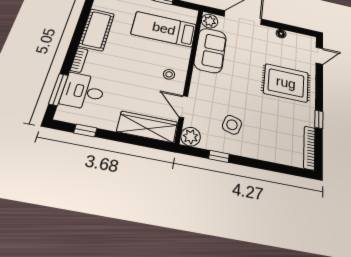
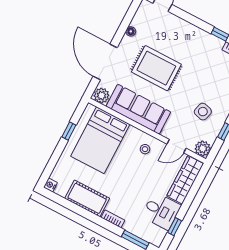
bed: (164, 29) -> (100, 140), width x1.50
sofa: (210, 50) -> (138, 109), width x1.36
rug: (286, 83) -> (156, 68), moved, turned 90
desk: (83, 91) -> (161, 211), moved, turned -90

